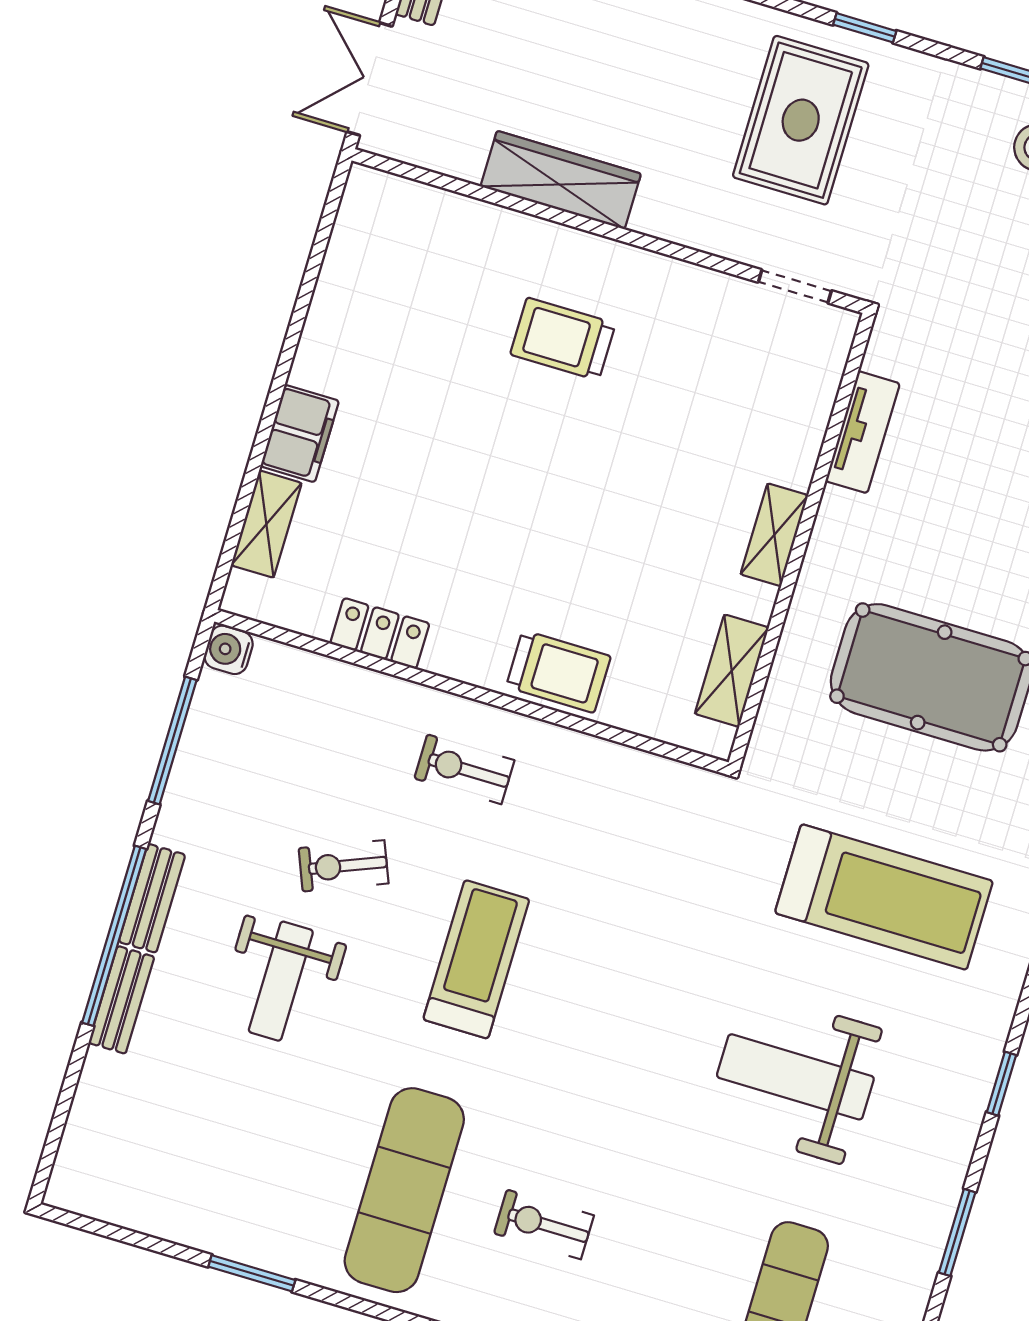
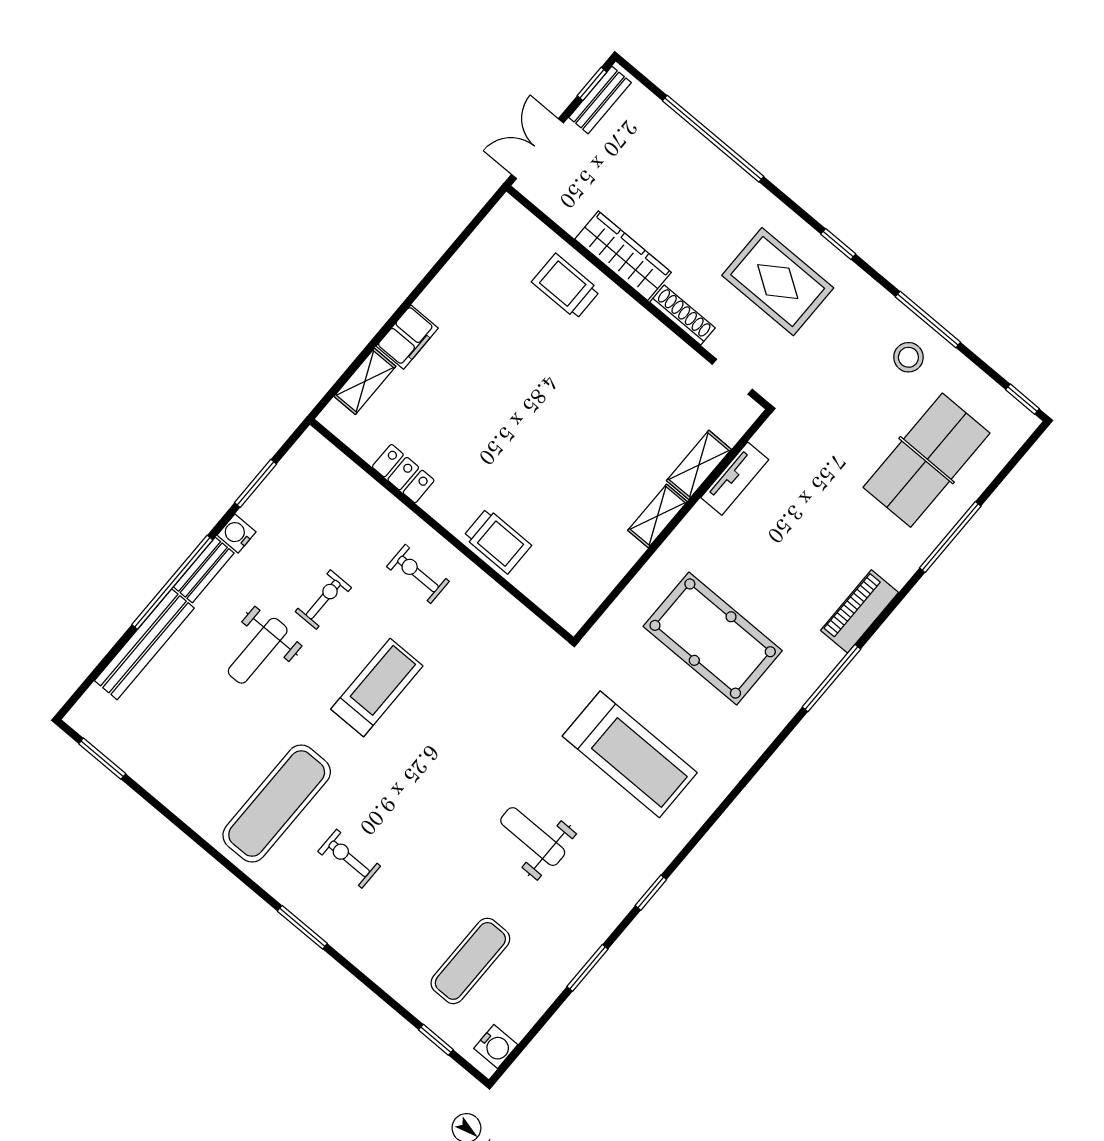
rug: (801, 120) -> (778, 282), turned 90
shoe rack: (684, 228) -> (682, 315), added
trolley: (563, 339) -> (566, 286), moved
water cooler: (229, 650) -> (236, 533), moved
shelving: (732, 671) -> (699, 465), moved
window: (172, 740) -> (255, 483), width x0.69
exercise bike: (343, 866) -> (323, 600), turned 112
bench: (121, 1000) -> (144, 644), width x1.86, depth x1.21
weight bench: (795, 1077) -> (533, 837), width x0.73, depth x0.75
window: (252, 1273) -> (102, 759), moved

